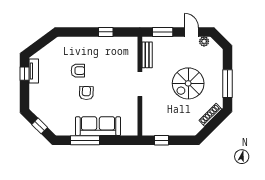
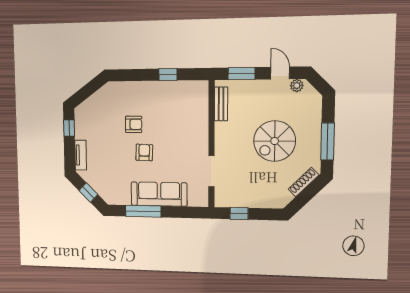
tv unit: (34, 71) -> (81, 155), moved
doorway: (140, 84) -> (211, 171), moved

